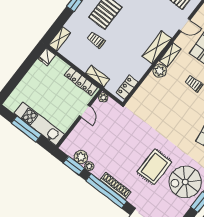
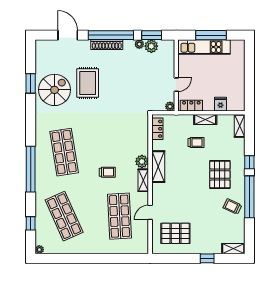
trolley: (96, 40) -> (196, 142), moved
shelving: (157, 47) -> (158, 167), moved
fridge: (47, 57) -> (221, 104), moved
shelving: (98, 76) -> (205, 120), moved
locker: (81, 81) -> (191, 106), width x0.66
door: (85, 111) -> (176, 85), swing flipped

